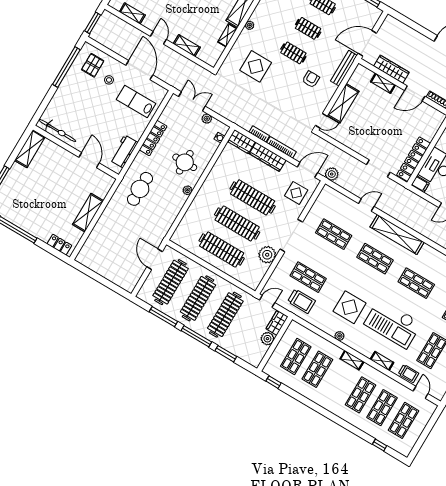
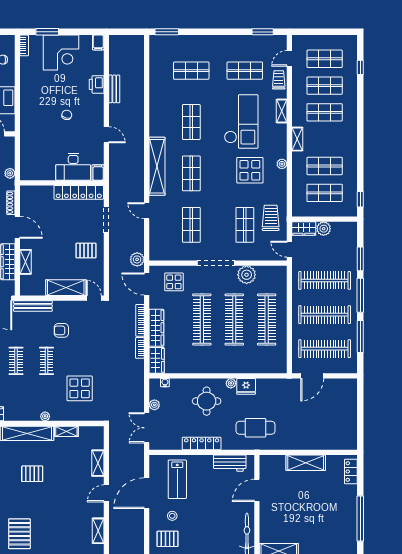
pallet: (363, 137) -> (86, 251), added
fridge: (178, 201) -> (246, 386), added

